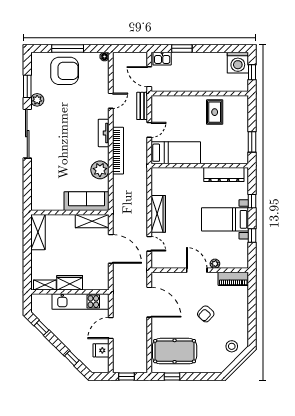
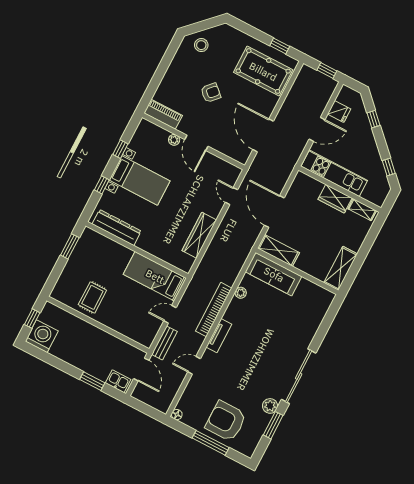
plant: (100, 170) -> (241, 293), width x0.53, depth x0.53
wardrobe: (158, 214) -> (199, 235), moved

